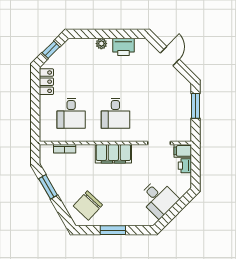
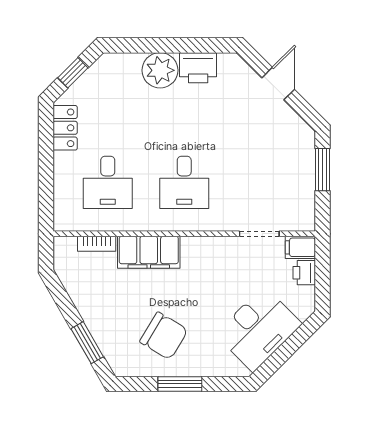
plant: (101, 44) -> (160, 70), width x1.88, depth x1.88
filing cabinet: (113, 154) -> (149, 252), moved
window: (48, 187) -> (87, 343), moved
desk: (158, 198) -> (258, 329), width x1.37
chair: (88, 205) -> (164, 336), moved, turned -102

